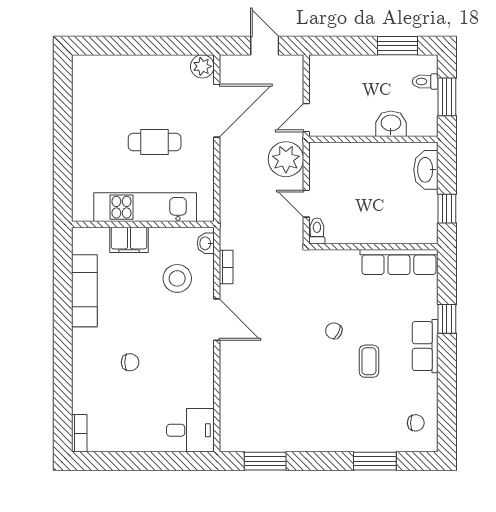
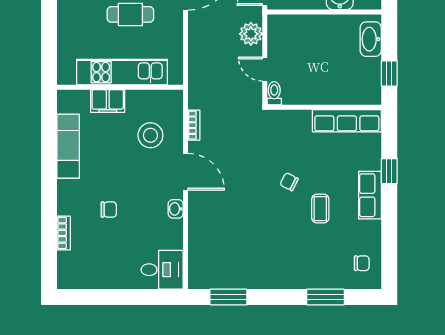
plant: (286, 159) -> (251, 34), width x0.73, depth x0.73
washbasin: (206, 243) -> (176, 209), moved
bookcase: (79, 433) -> (64, 233), moved

